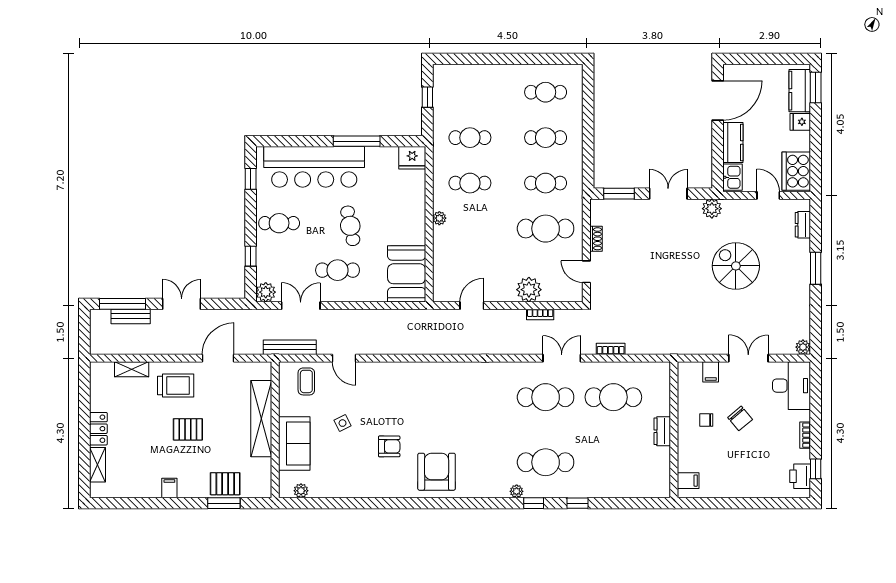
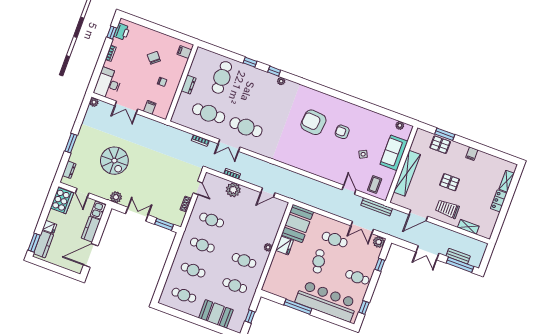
booth: (483, 81) -> (216, 314), added
fridge: (412, 158) -> (285, 245), moved, turned 90
double door: (668, 194) -> (137, 214), swing flipped
cafe table: (546, 229) -> (212, 220), width x0.73, depth x0.74
chair: (740, 418) -> (154, 58), moved
cafe table: (546, 462) -> (222, 77), moved, turned 90
armchair: (437, 472) -> (313, 122), moved, turned 95

